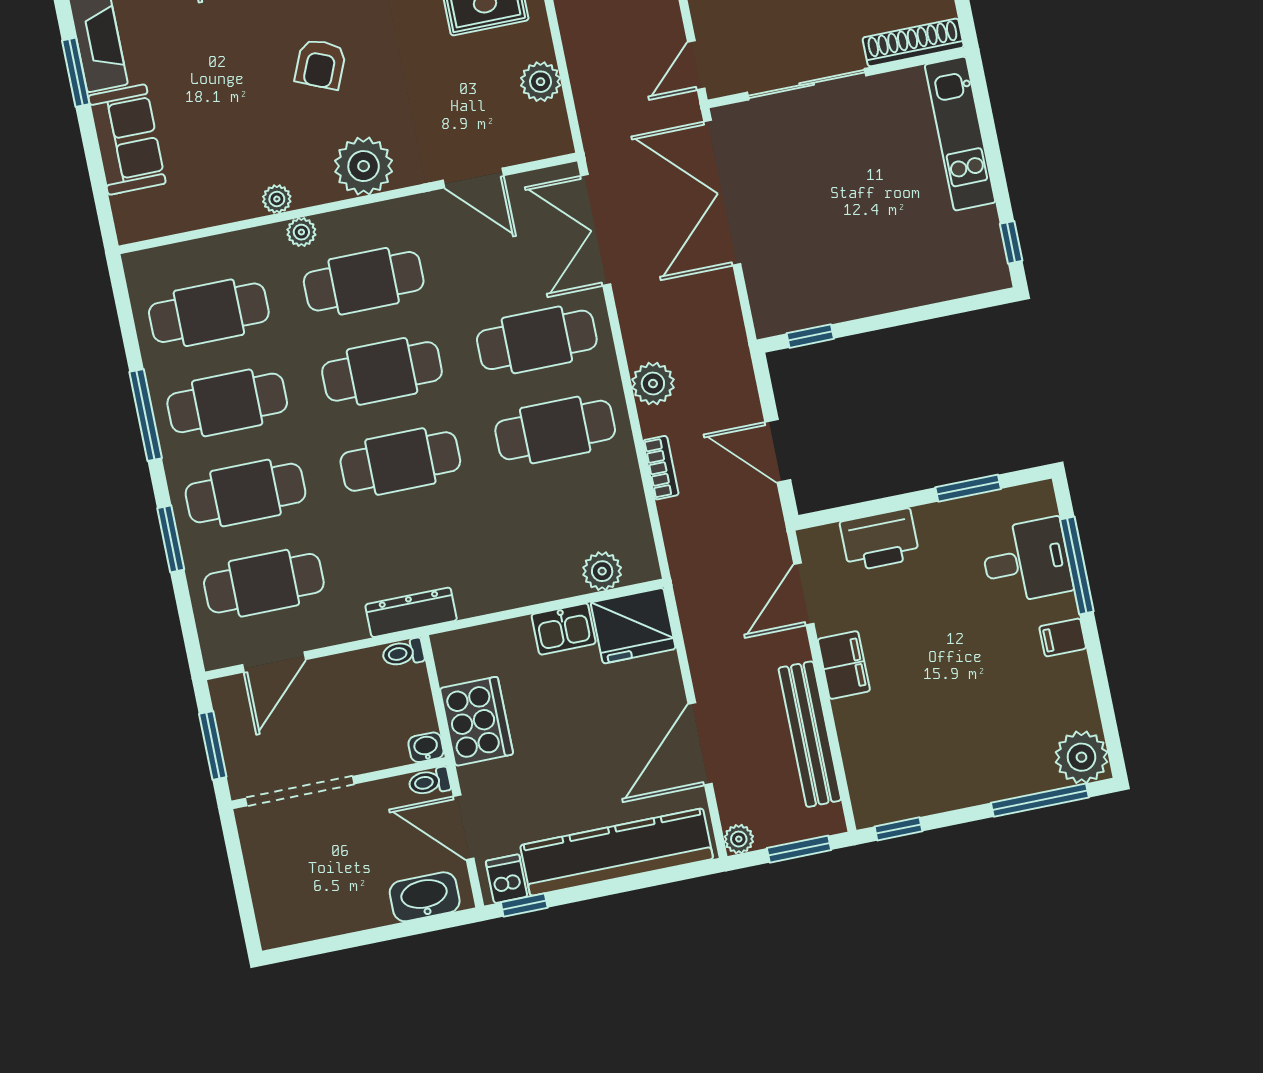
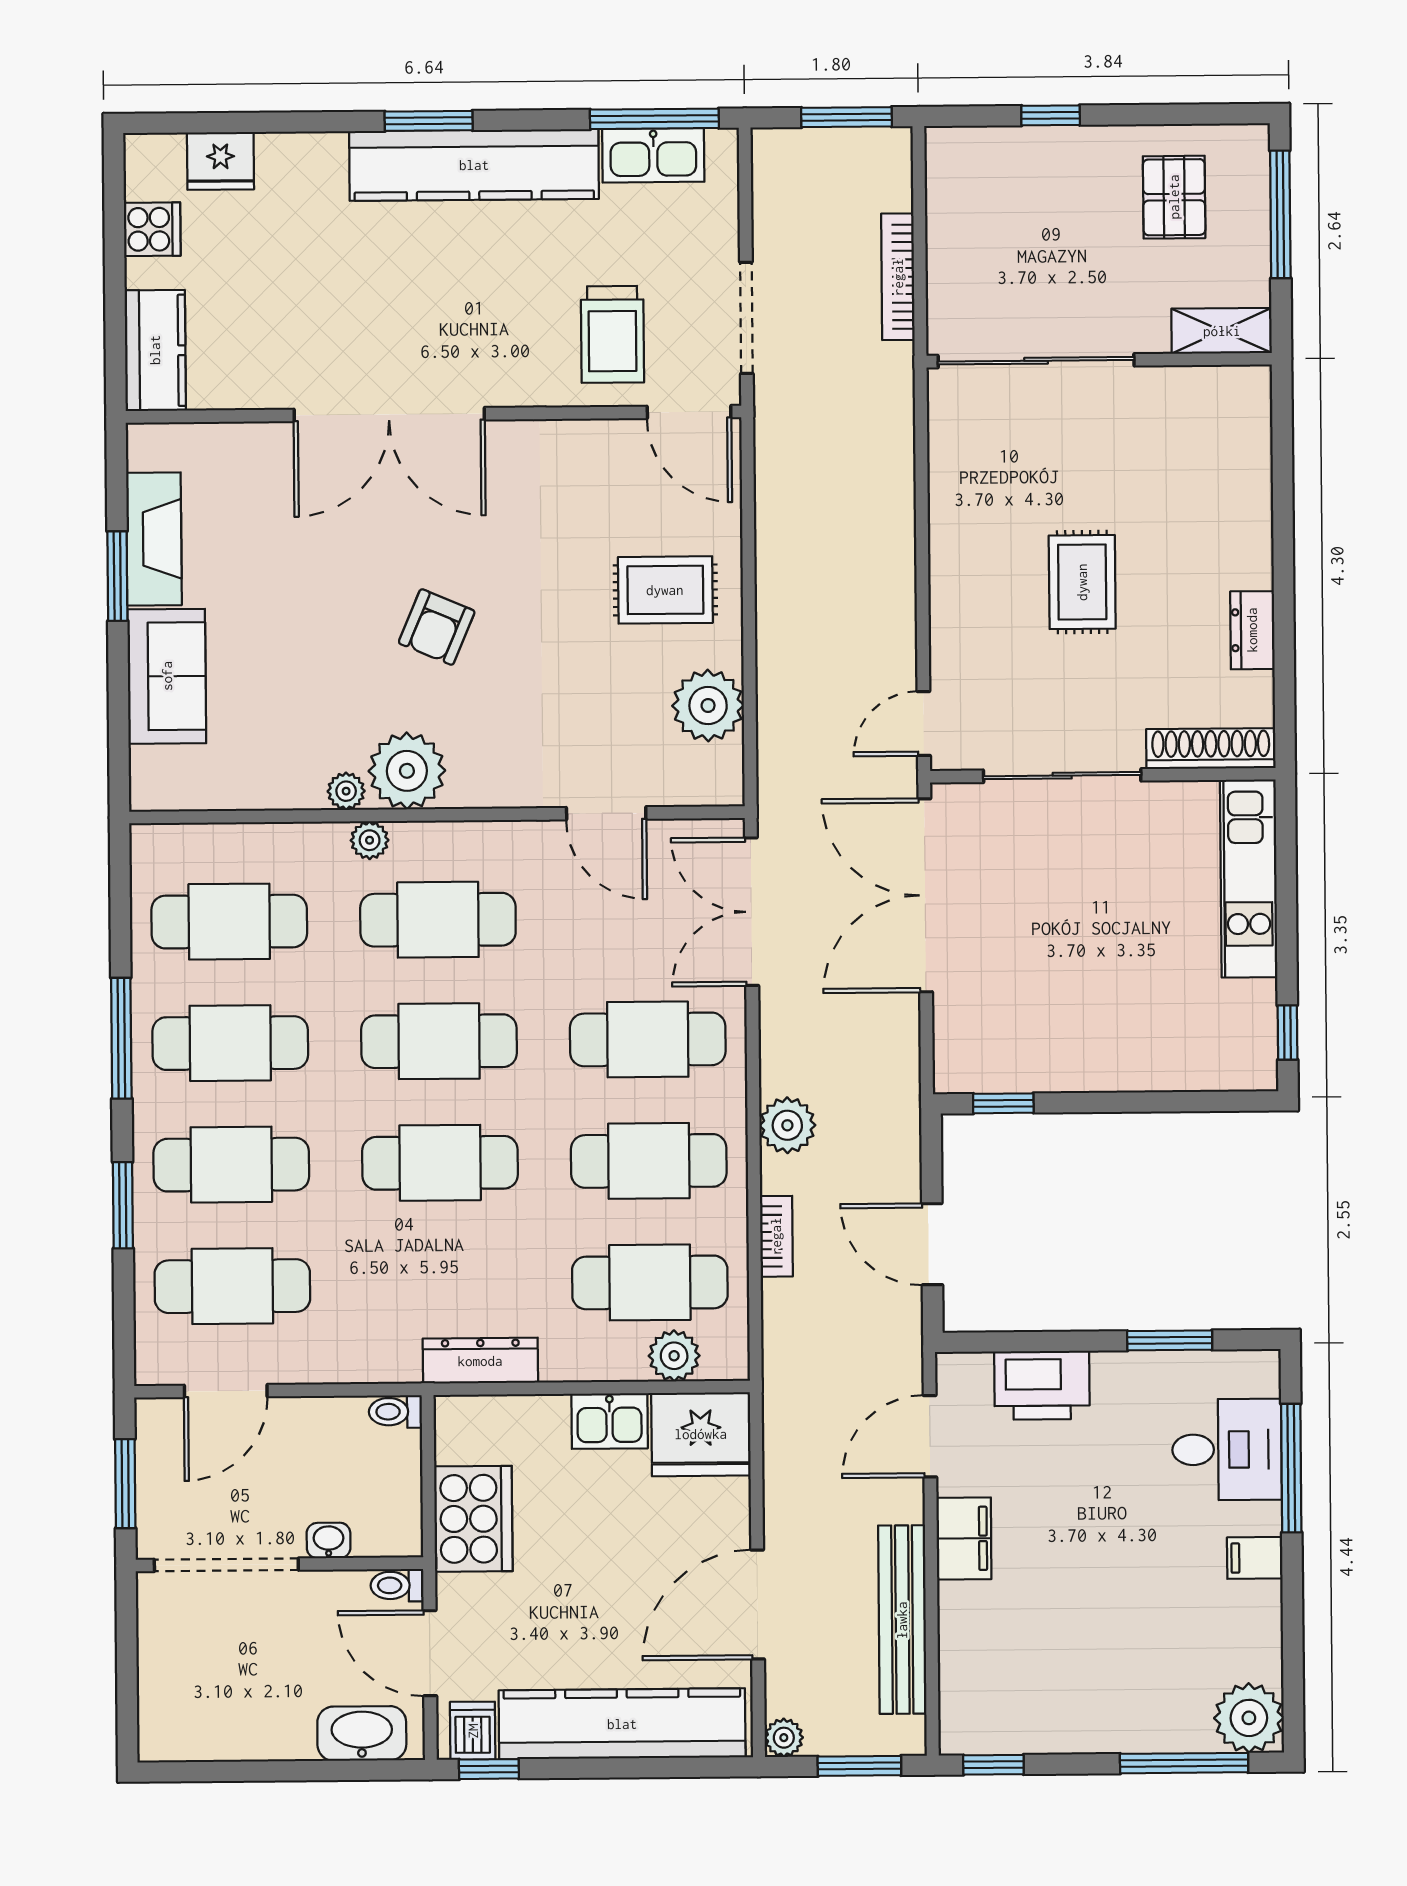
plant: (541, 82) -> (708, 706), width x1.36, depth x1.36
plant: (364, 166) -> (407, 771), moved
cafe table: (574, 520) -> (650, 1282), added
dresser: (411, 612) -> (480, 1361), moved
washbasin: (426, 747) -> (329, 1540), moved

